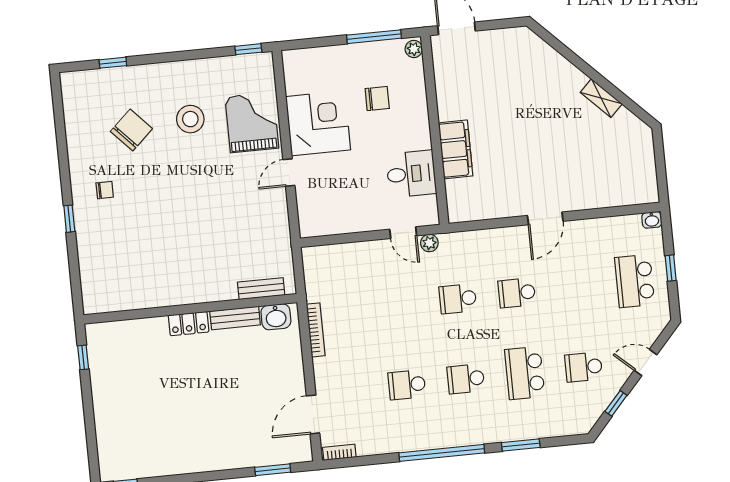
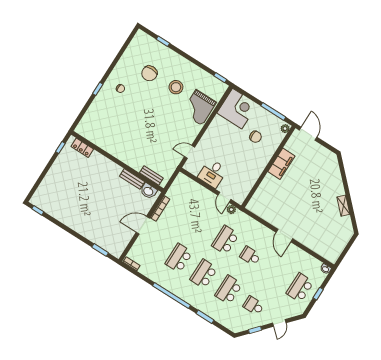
grand piano: (252, 123) -> (199, 107), turned 180
corner desk: (318, 123) -> (237, 109), moved
chair: (131, 130) -> (149, 73), turned 133
filing cabinet: (456, 149) -> (281, 164), moved
door: (289, 173) -> (189, 152), moved
desk: (411, 174) -> (213, 173), moved, turned 90
door: (545, 218) -> (284, 235), hinge flipped
school desk: (458, 299) -> (225, 240), width x1.85
locker: (189, 324) -> (82, 148), moved
door: (646, 363) -> (279, 323), swing flipped
school desk: (466, 379) -> (204, 274), width x1.85
school desk: (407, 385) -> (179, 258), width x1.85
door: (313, 414) -> (143, 225), moved

